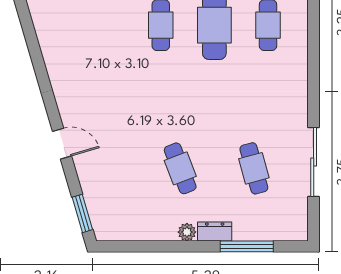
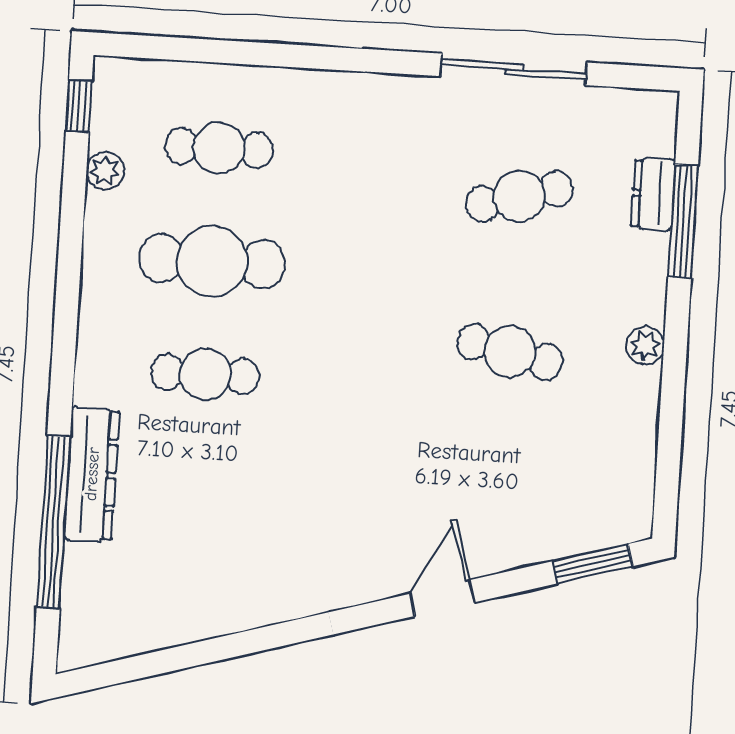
cafe table: (180, 168) -> (510, 352), turned 33
dresser: (215, 231) -> (653, 194), moved

